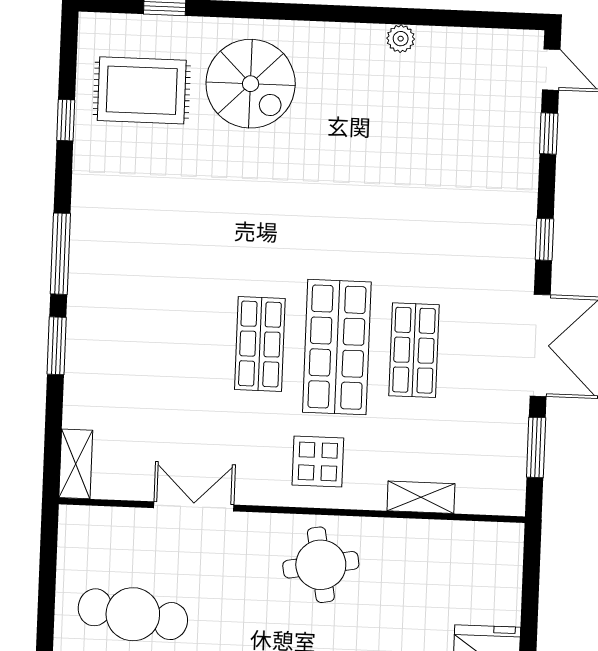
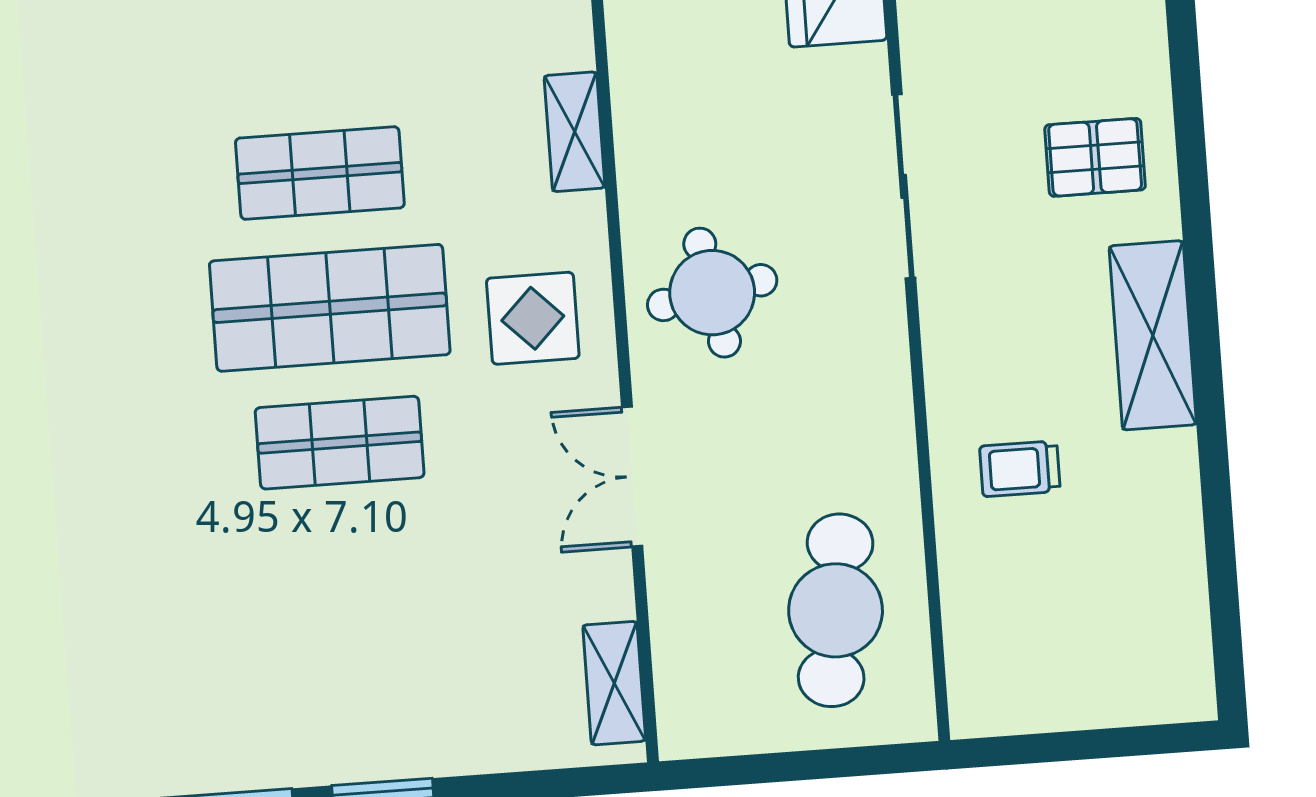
shelving: (76, 464) -> (614, 683), moved, turned 90
double door: (194, 506) -> (632, 477), moved

